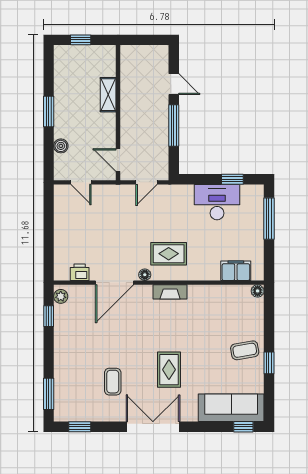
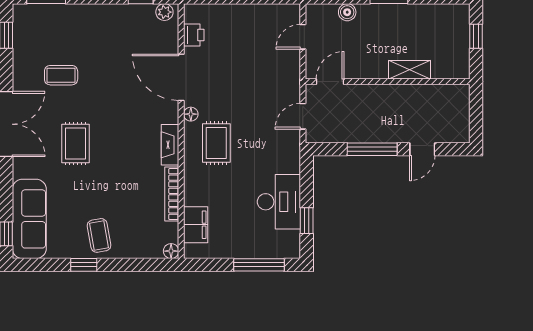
door: (146, 182) -> (303, 116), hinge flipped
bookcase: (211, 290) -> (172, 194), added
rug: (169, 370) -> (76, 143), turned 90

